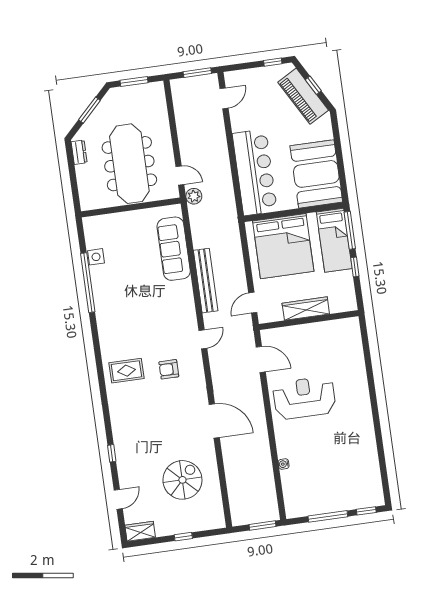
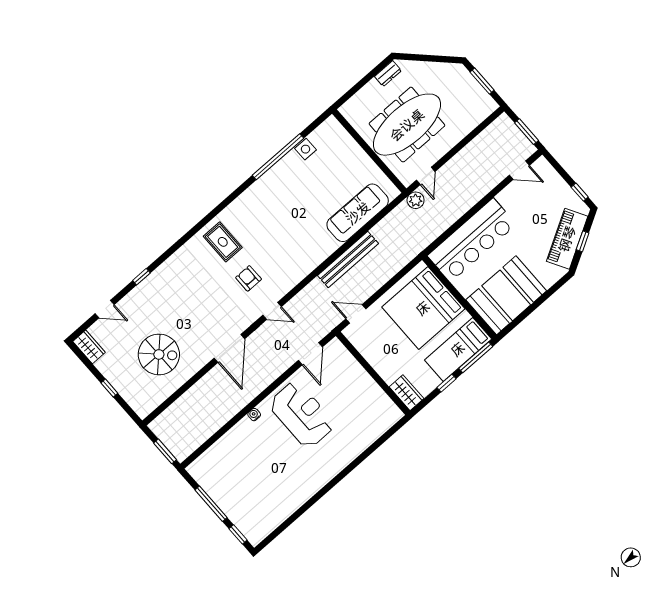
window: (89, 110) -> (431, 58), removed
wardrobe: (306, 309) -> (407, 393), moved, width x0.67
door: (203, 339) -> (272, 311), moved
water cooler: (284, 464) -> (254, 415), moved

